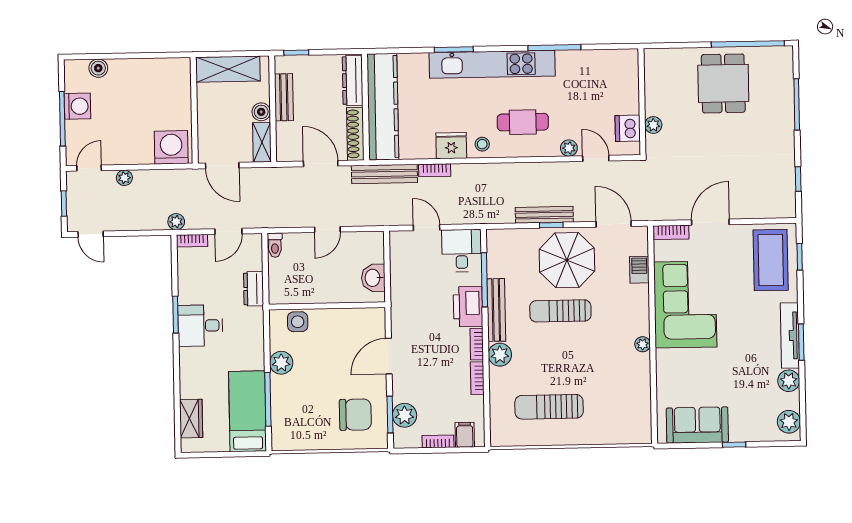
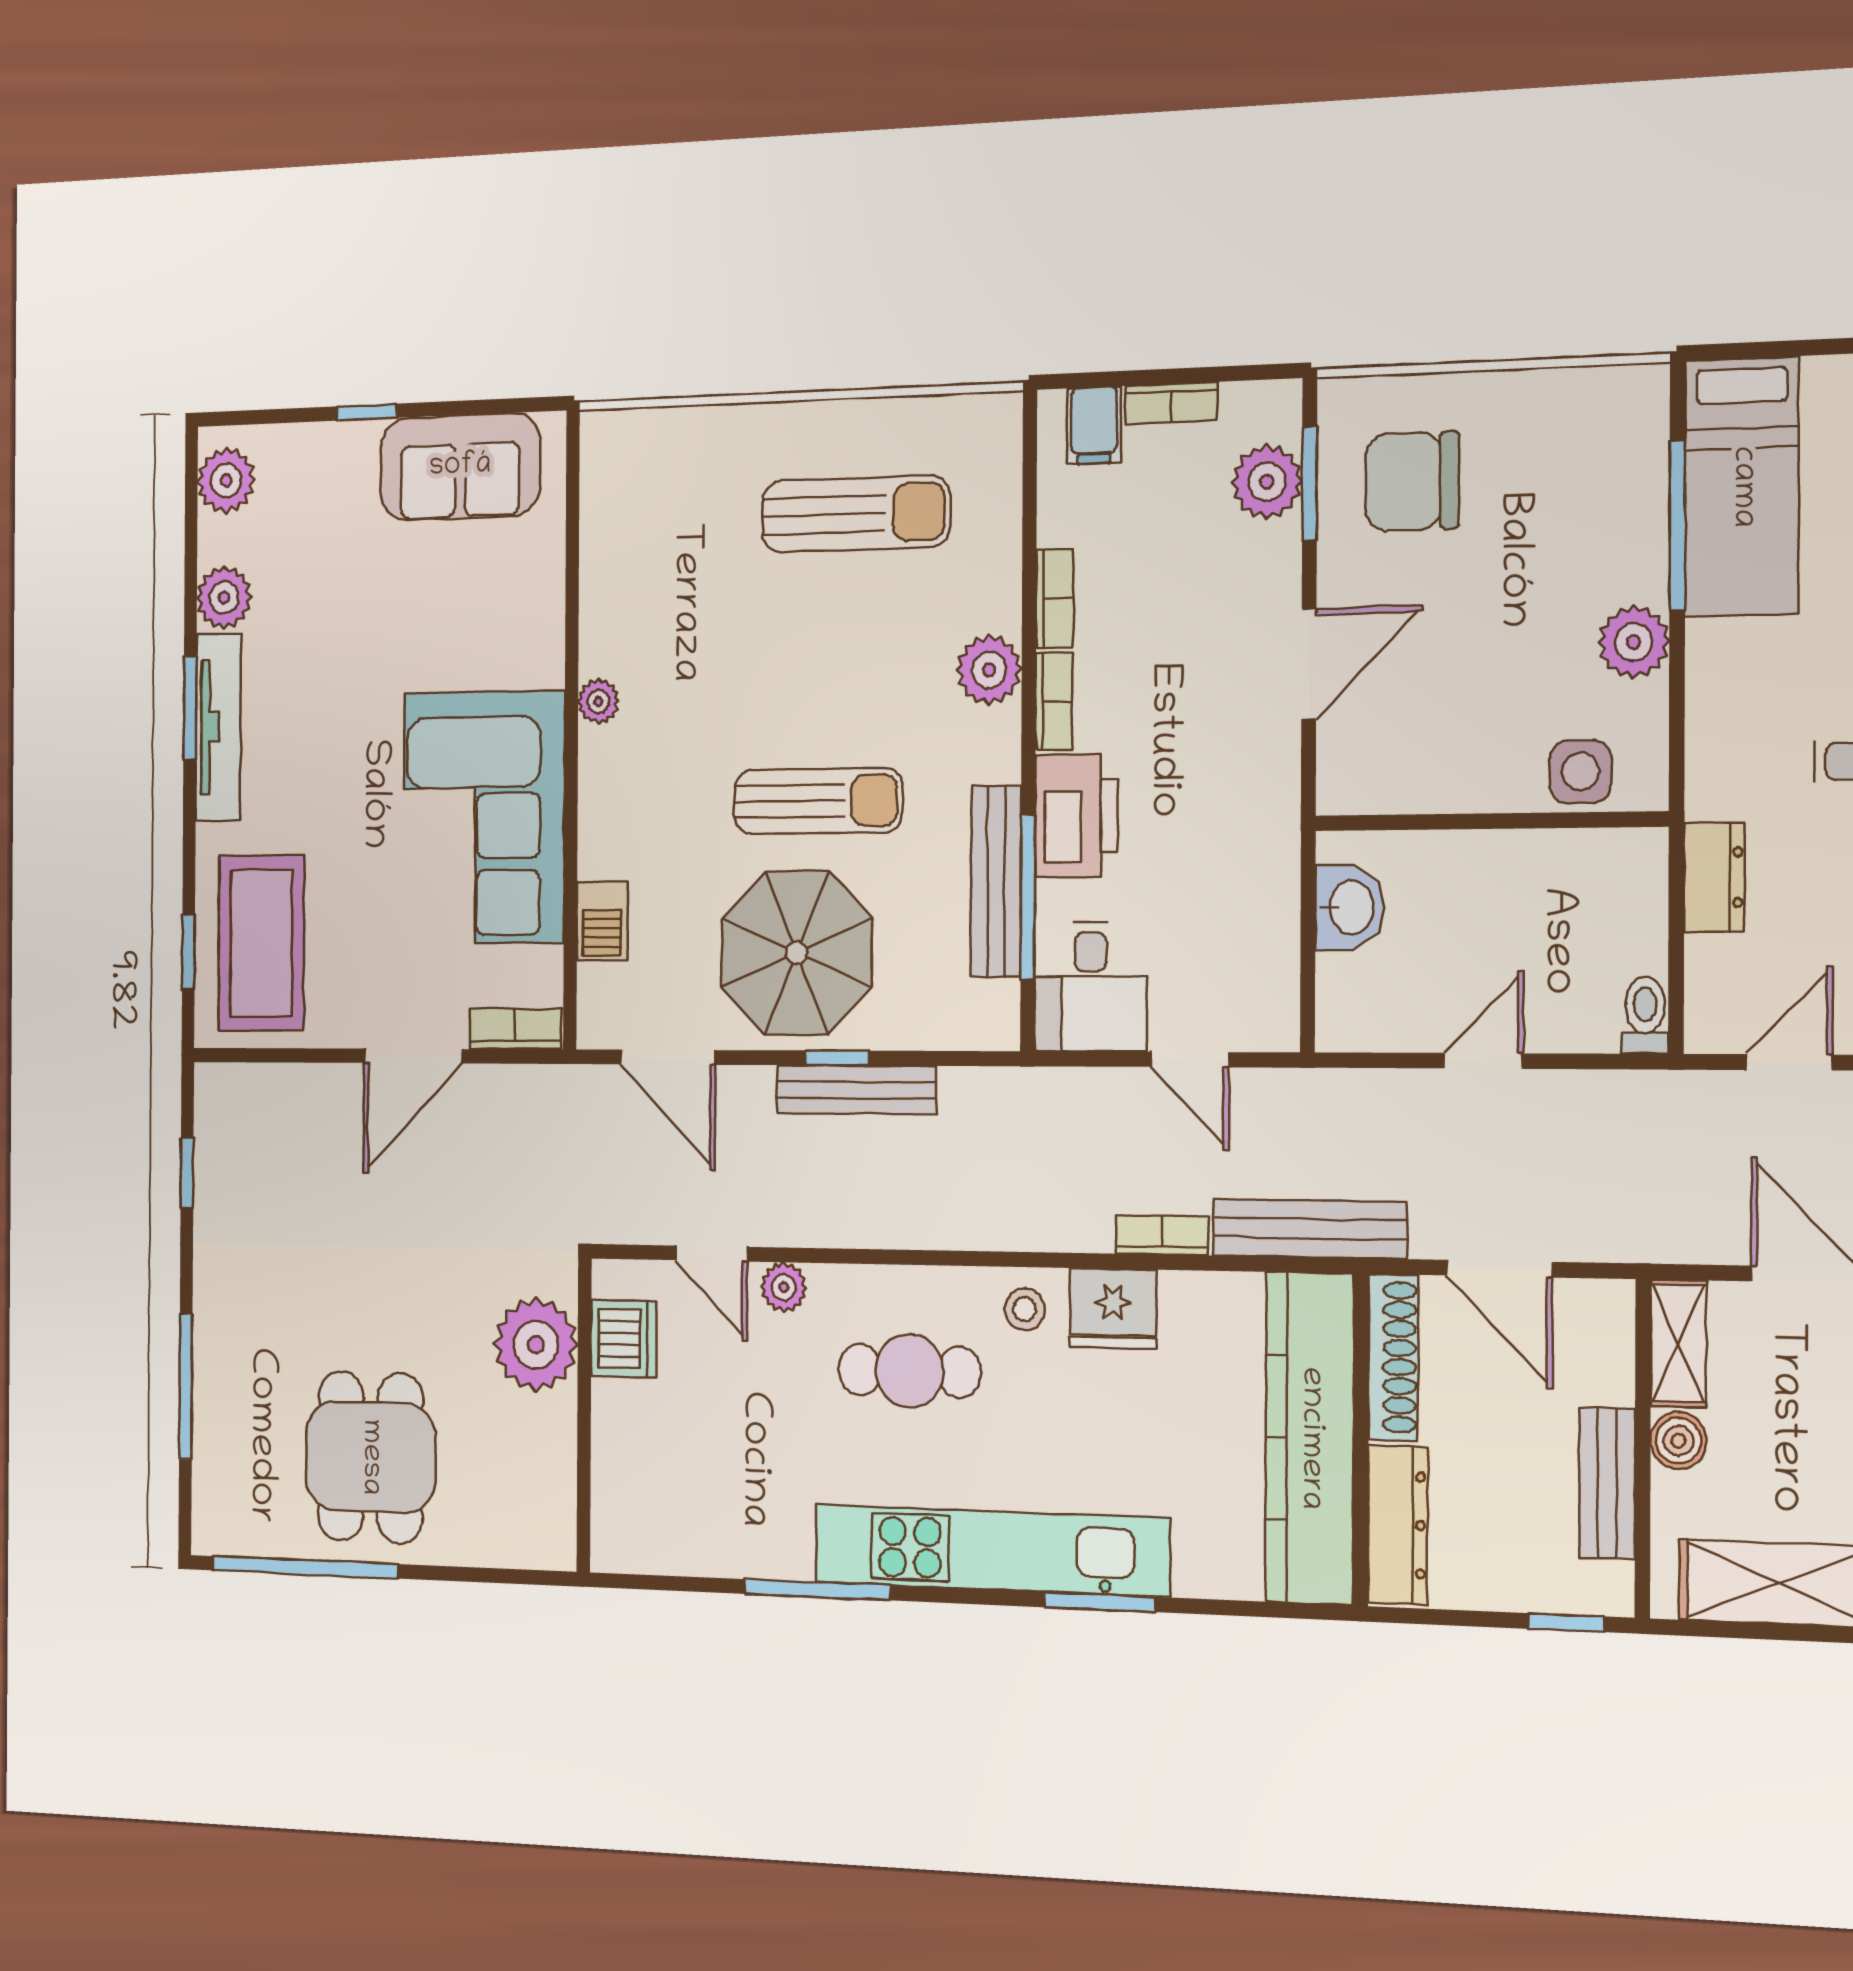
plant: (653, 125) -> (536, 1345), width x1.87, depth x1.87
bench: (496, 310) -> (996, 881), moved

